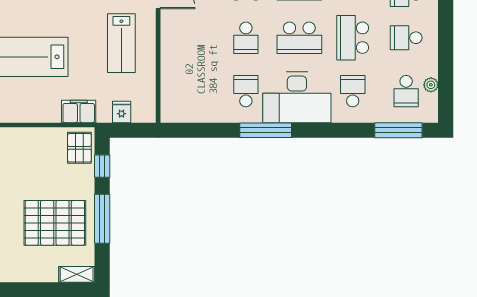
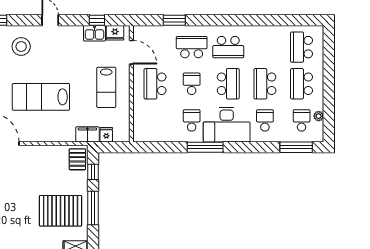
school desk: (192, 38) -> (155, 84), added
school desk: (246, 38) -> (192, 84), turned 180
school desk: (299, 38) -> (228, 84), turned -90
school desk: (406, 38) -> (302, 84), width x1.85
school desk: (406, 91) -> (302, 120), turned 180
filing cabinet: (79, 111) -> (87, 134), moved

